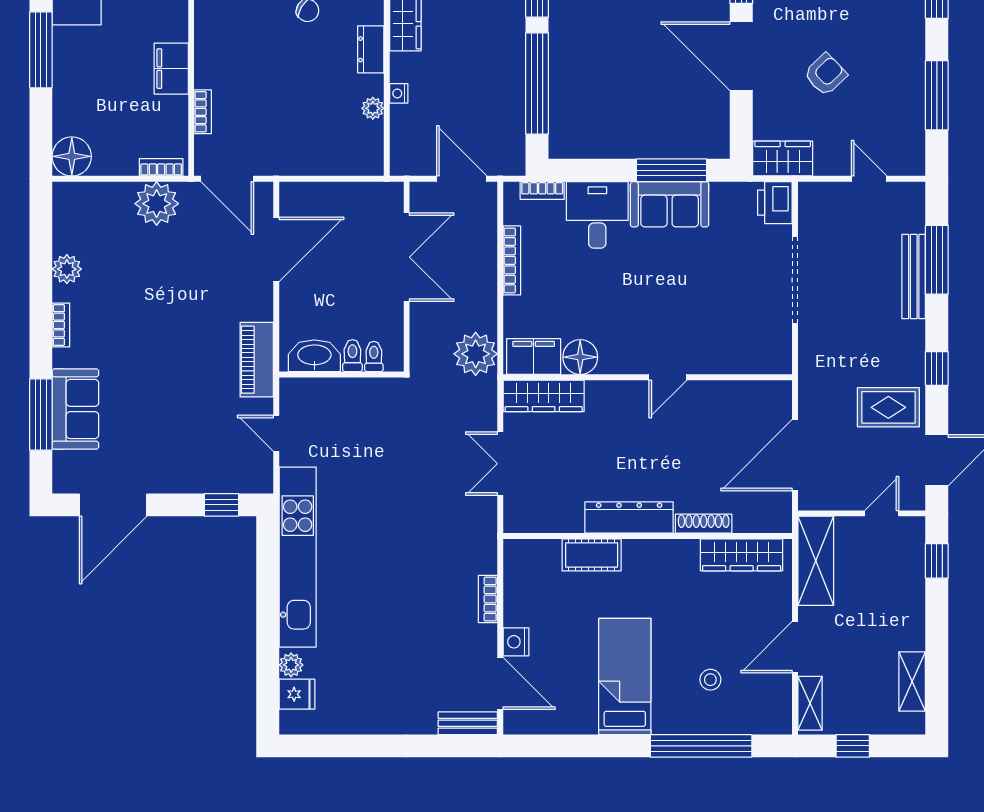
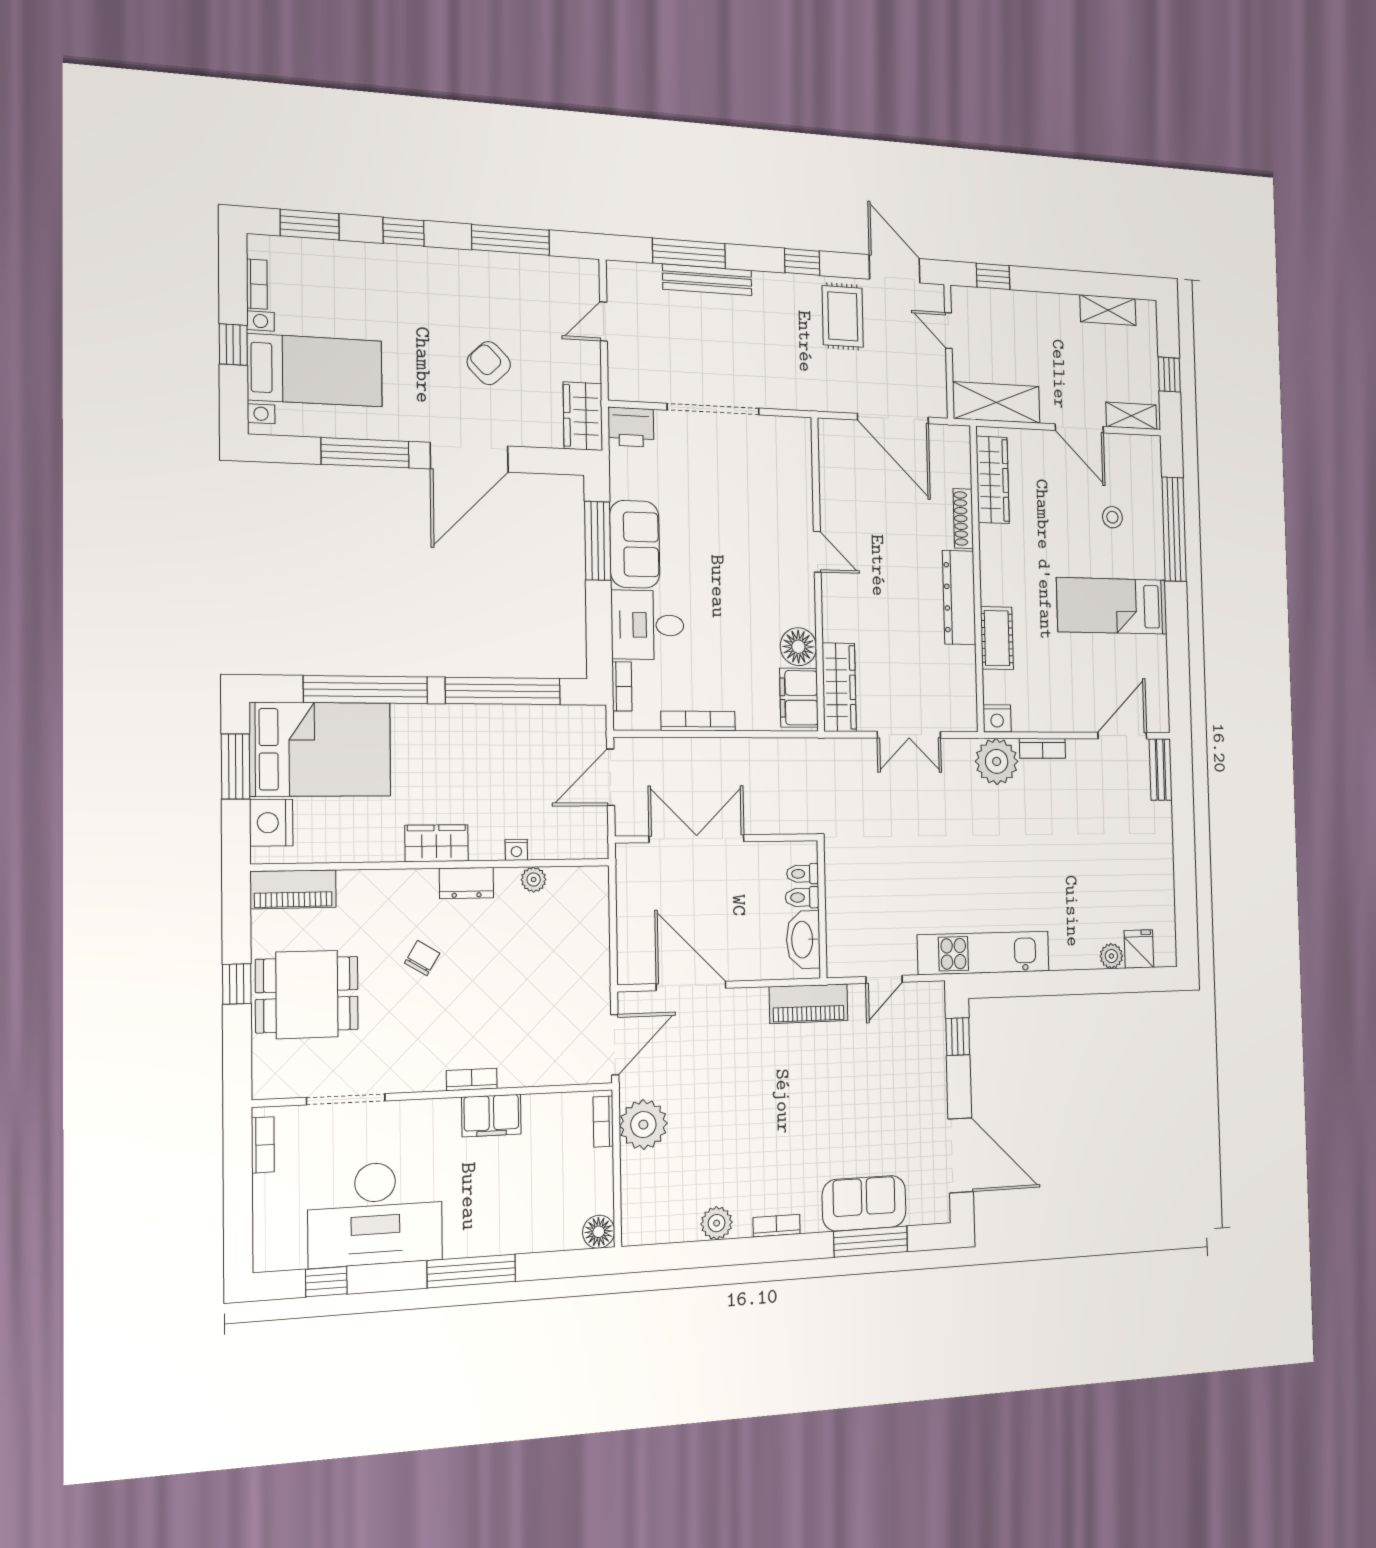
bookcase: (203, 112) -> (472, 1080), moved
floor lamp: (72, 156) -> (599, 1232), width x0.73, depth x0.73
plant: (476, 354) -> (997, 761), moved
kitchen unit: (298, 557) -> (984, 953), width x0.73
nightstand: (516, 642) -> (997, 718), moved

